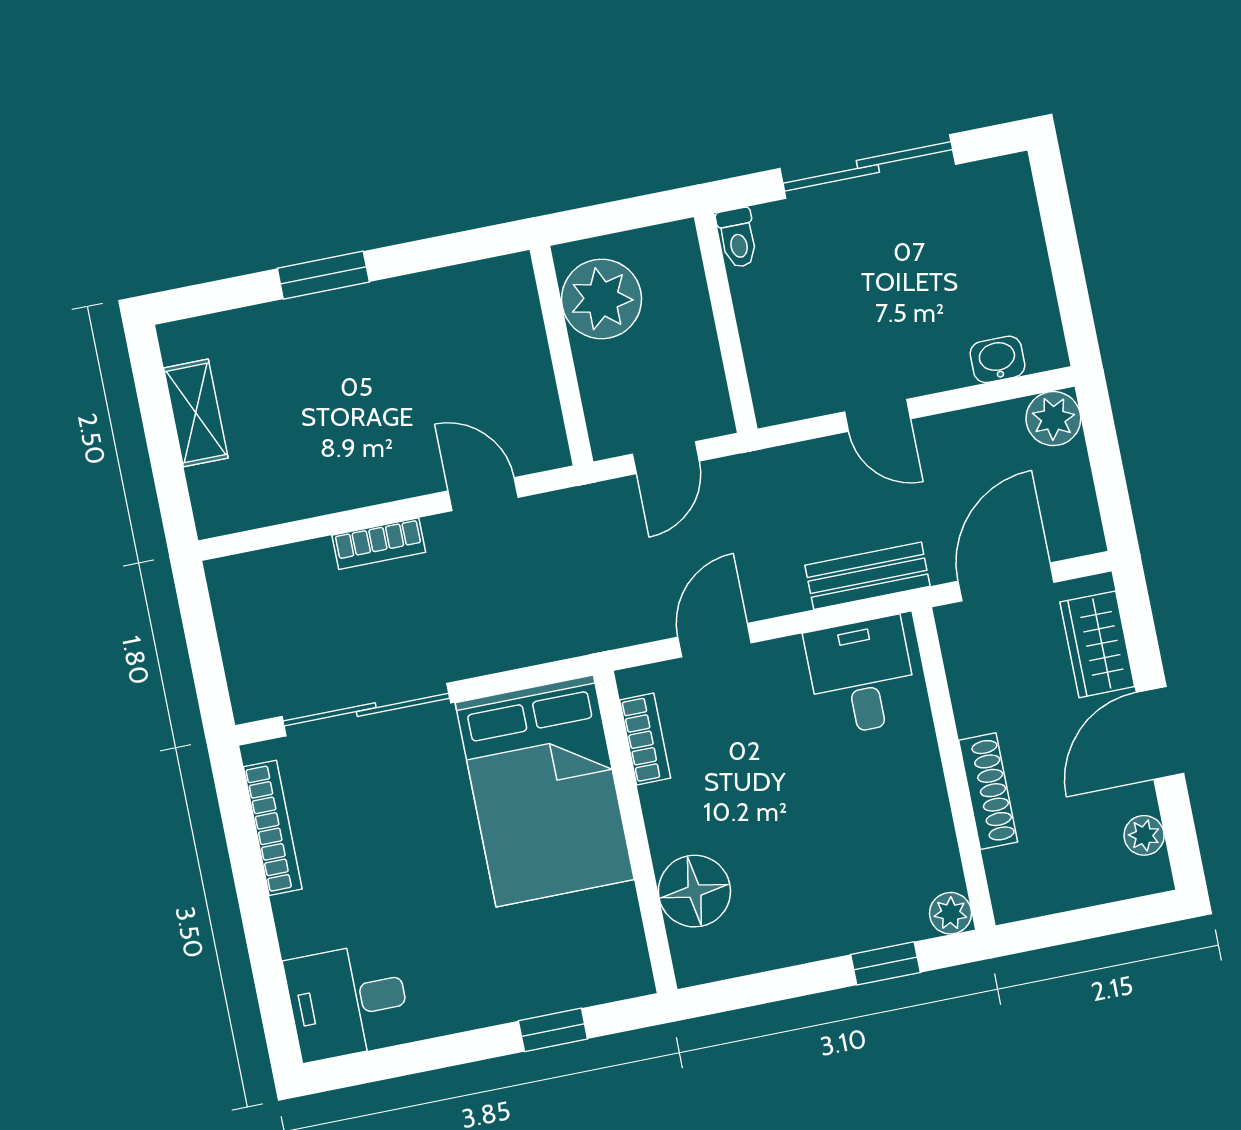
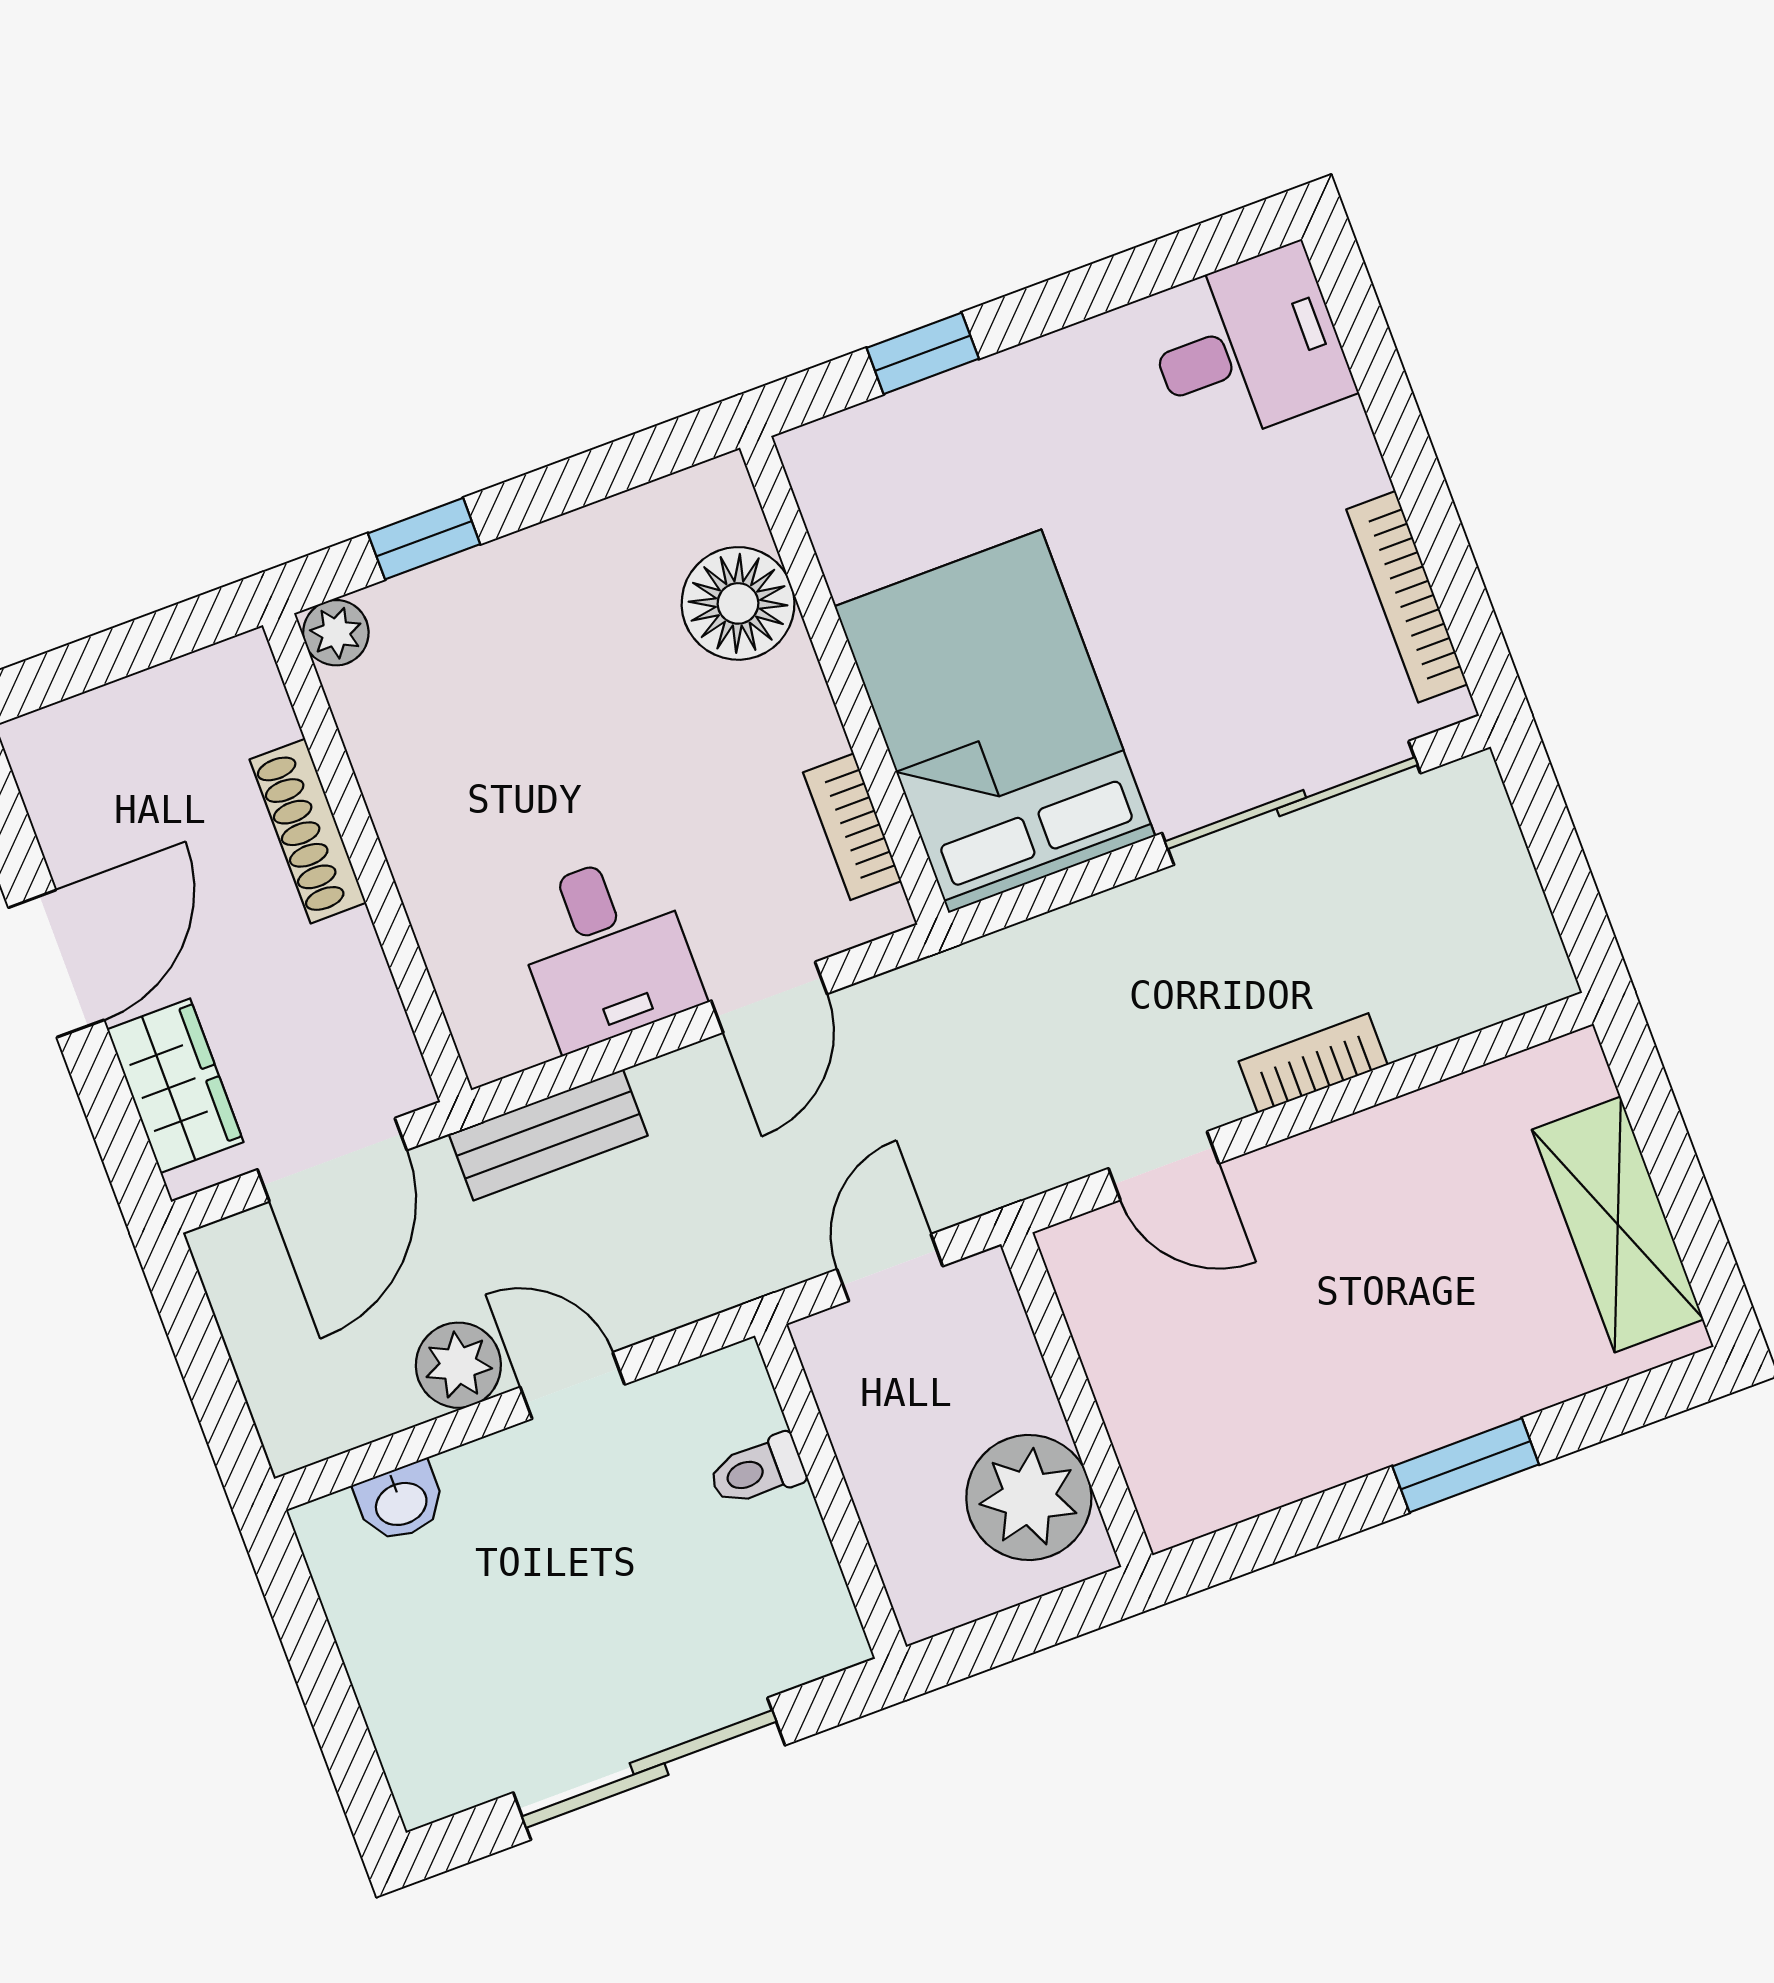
toilet: (737, 238) -> (757, 1471), moved, turned -90
shelving: (196, 413) -> (1618, 1224), width x1.50, depth x1.33
plant: (1053, 419) -> (458, 1365), moved
desk: (861, 676) -> (606, 950), moved
plant: (1144, 835) -> (55, 801), removed

